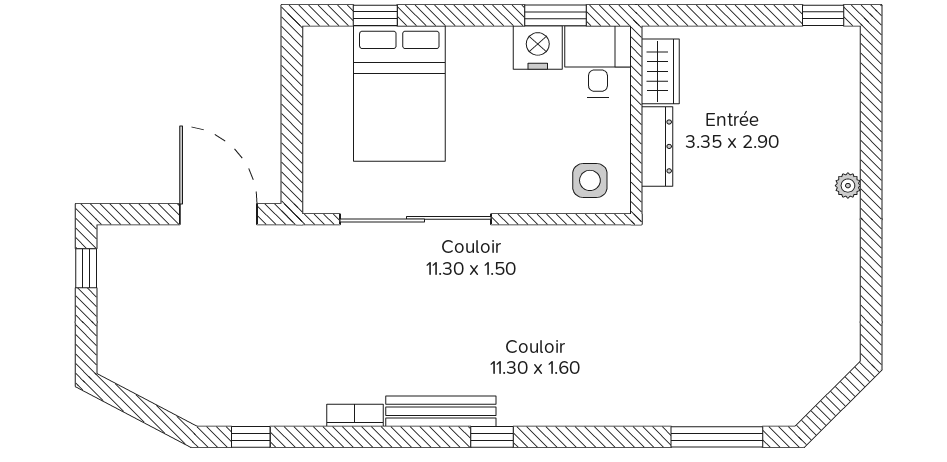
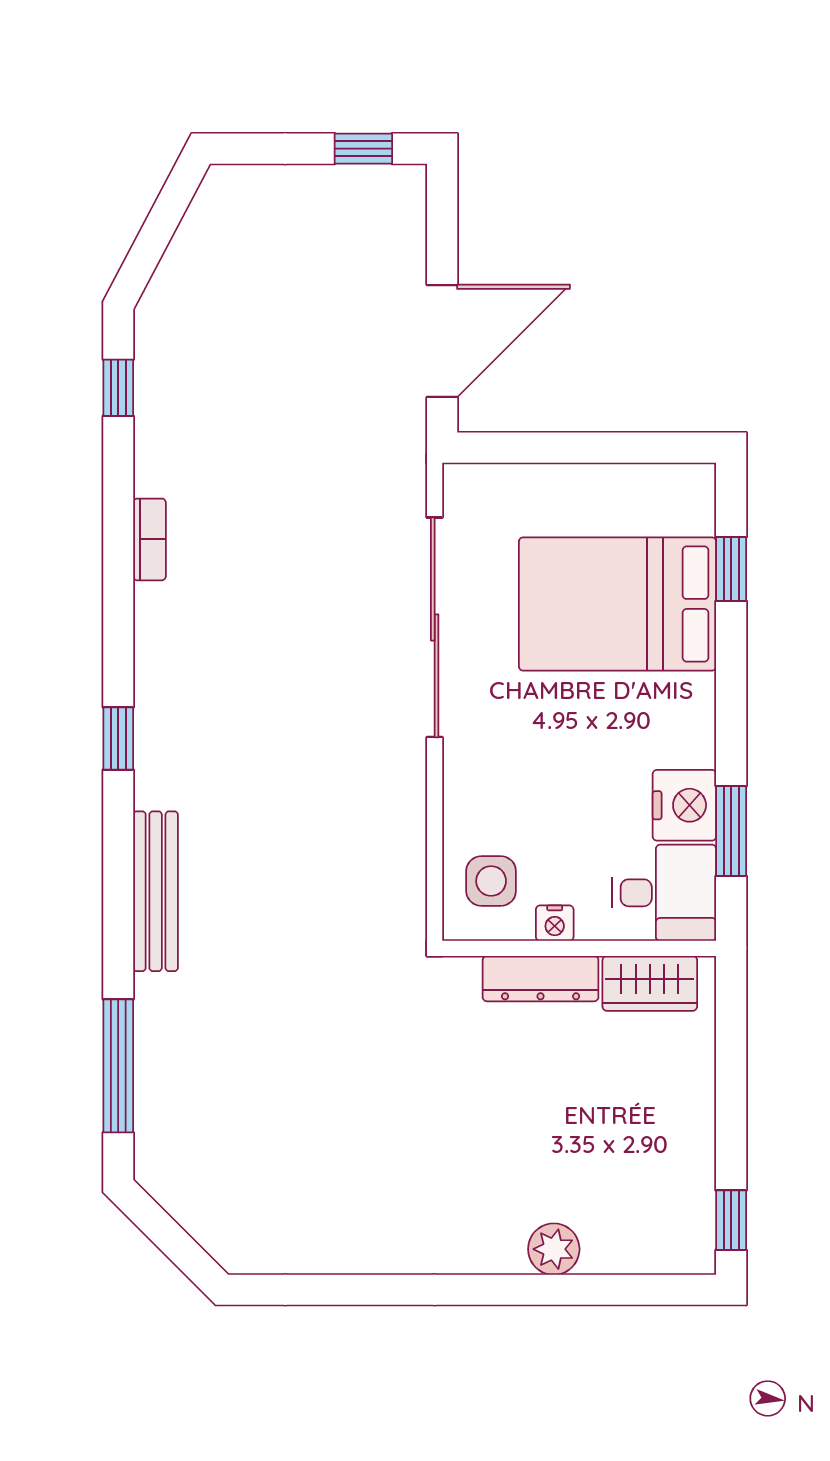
nightstand: (619, 137) -> (555, 923), added
plant: (848, 186) -> (554, 1249), moved, width x1.38, depth x1.38
bench: (441, 411) -> (156, 891), moved

